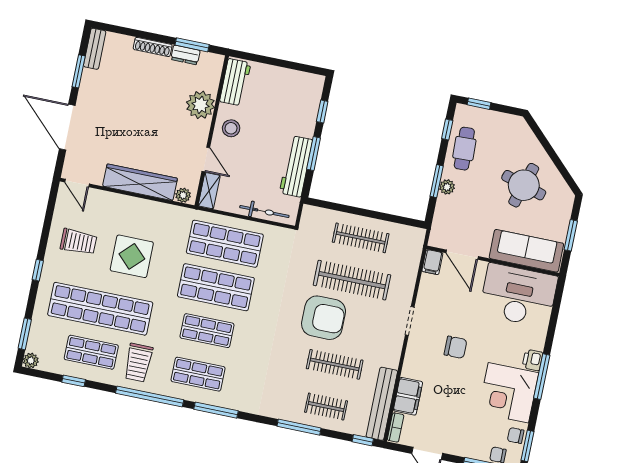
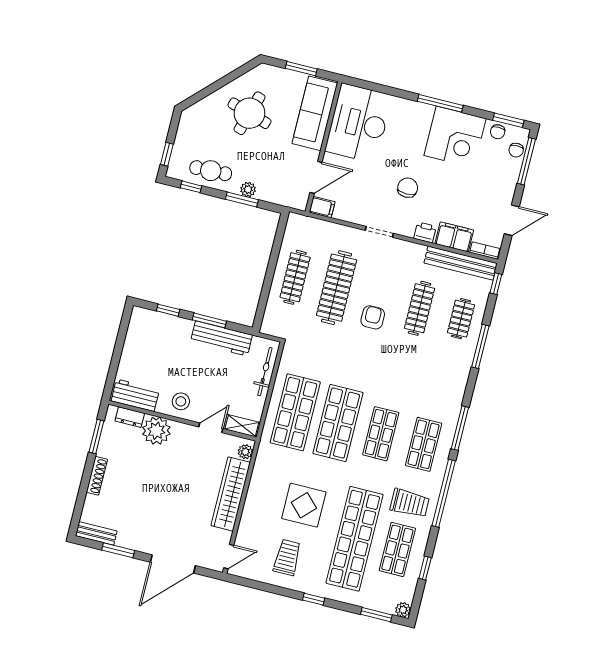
dresser: (185, 55) -> (130, 417), moved, turned 90
armchair: (324, 318) -> (373, 317), width x0.53, depth x0.53
printer: (532, 360) -> (425, 232), moved, turned 180

